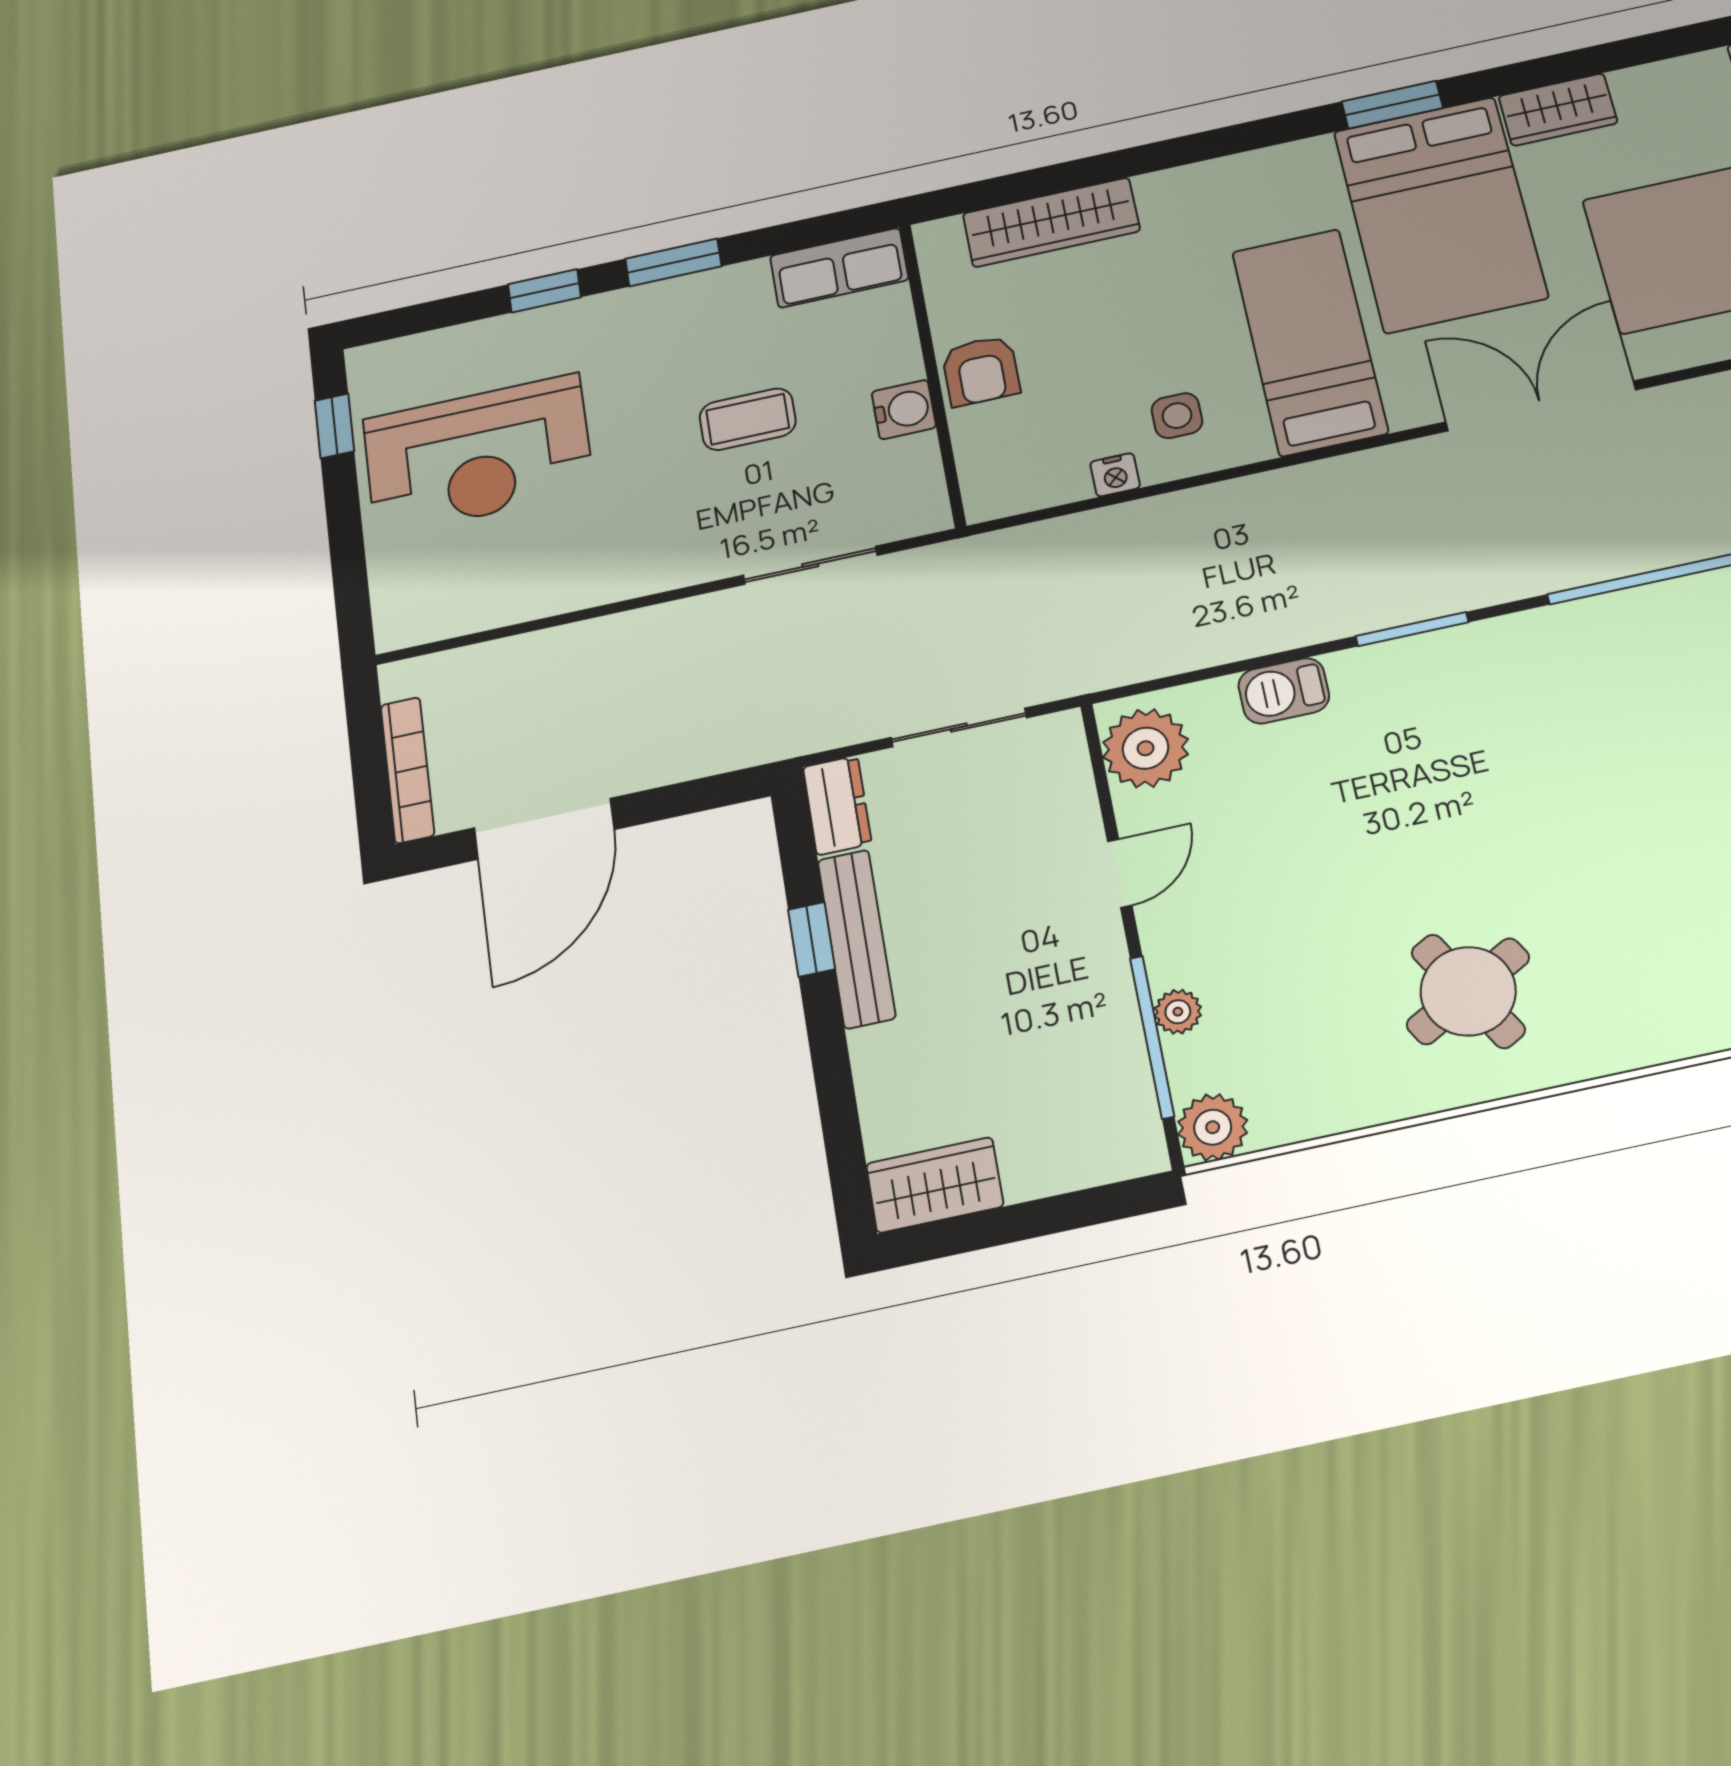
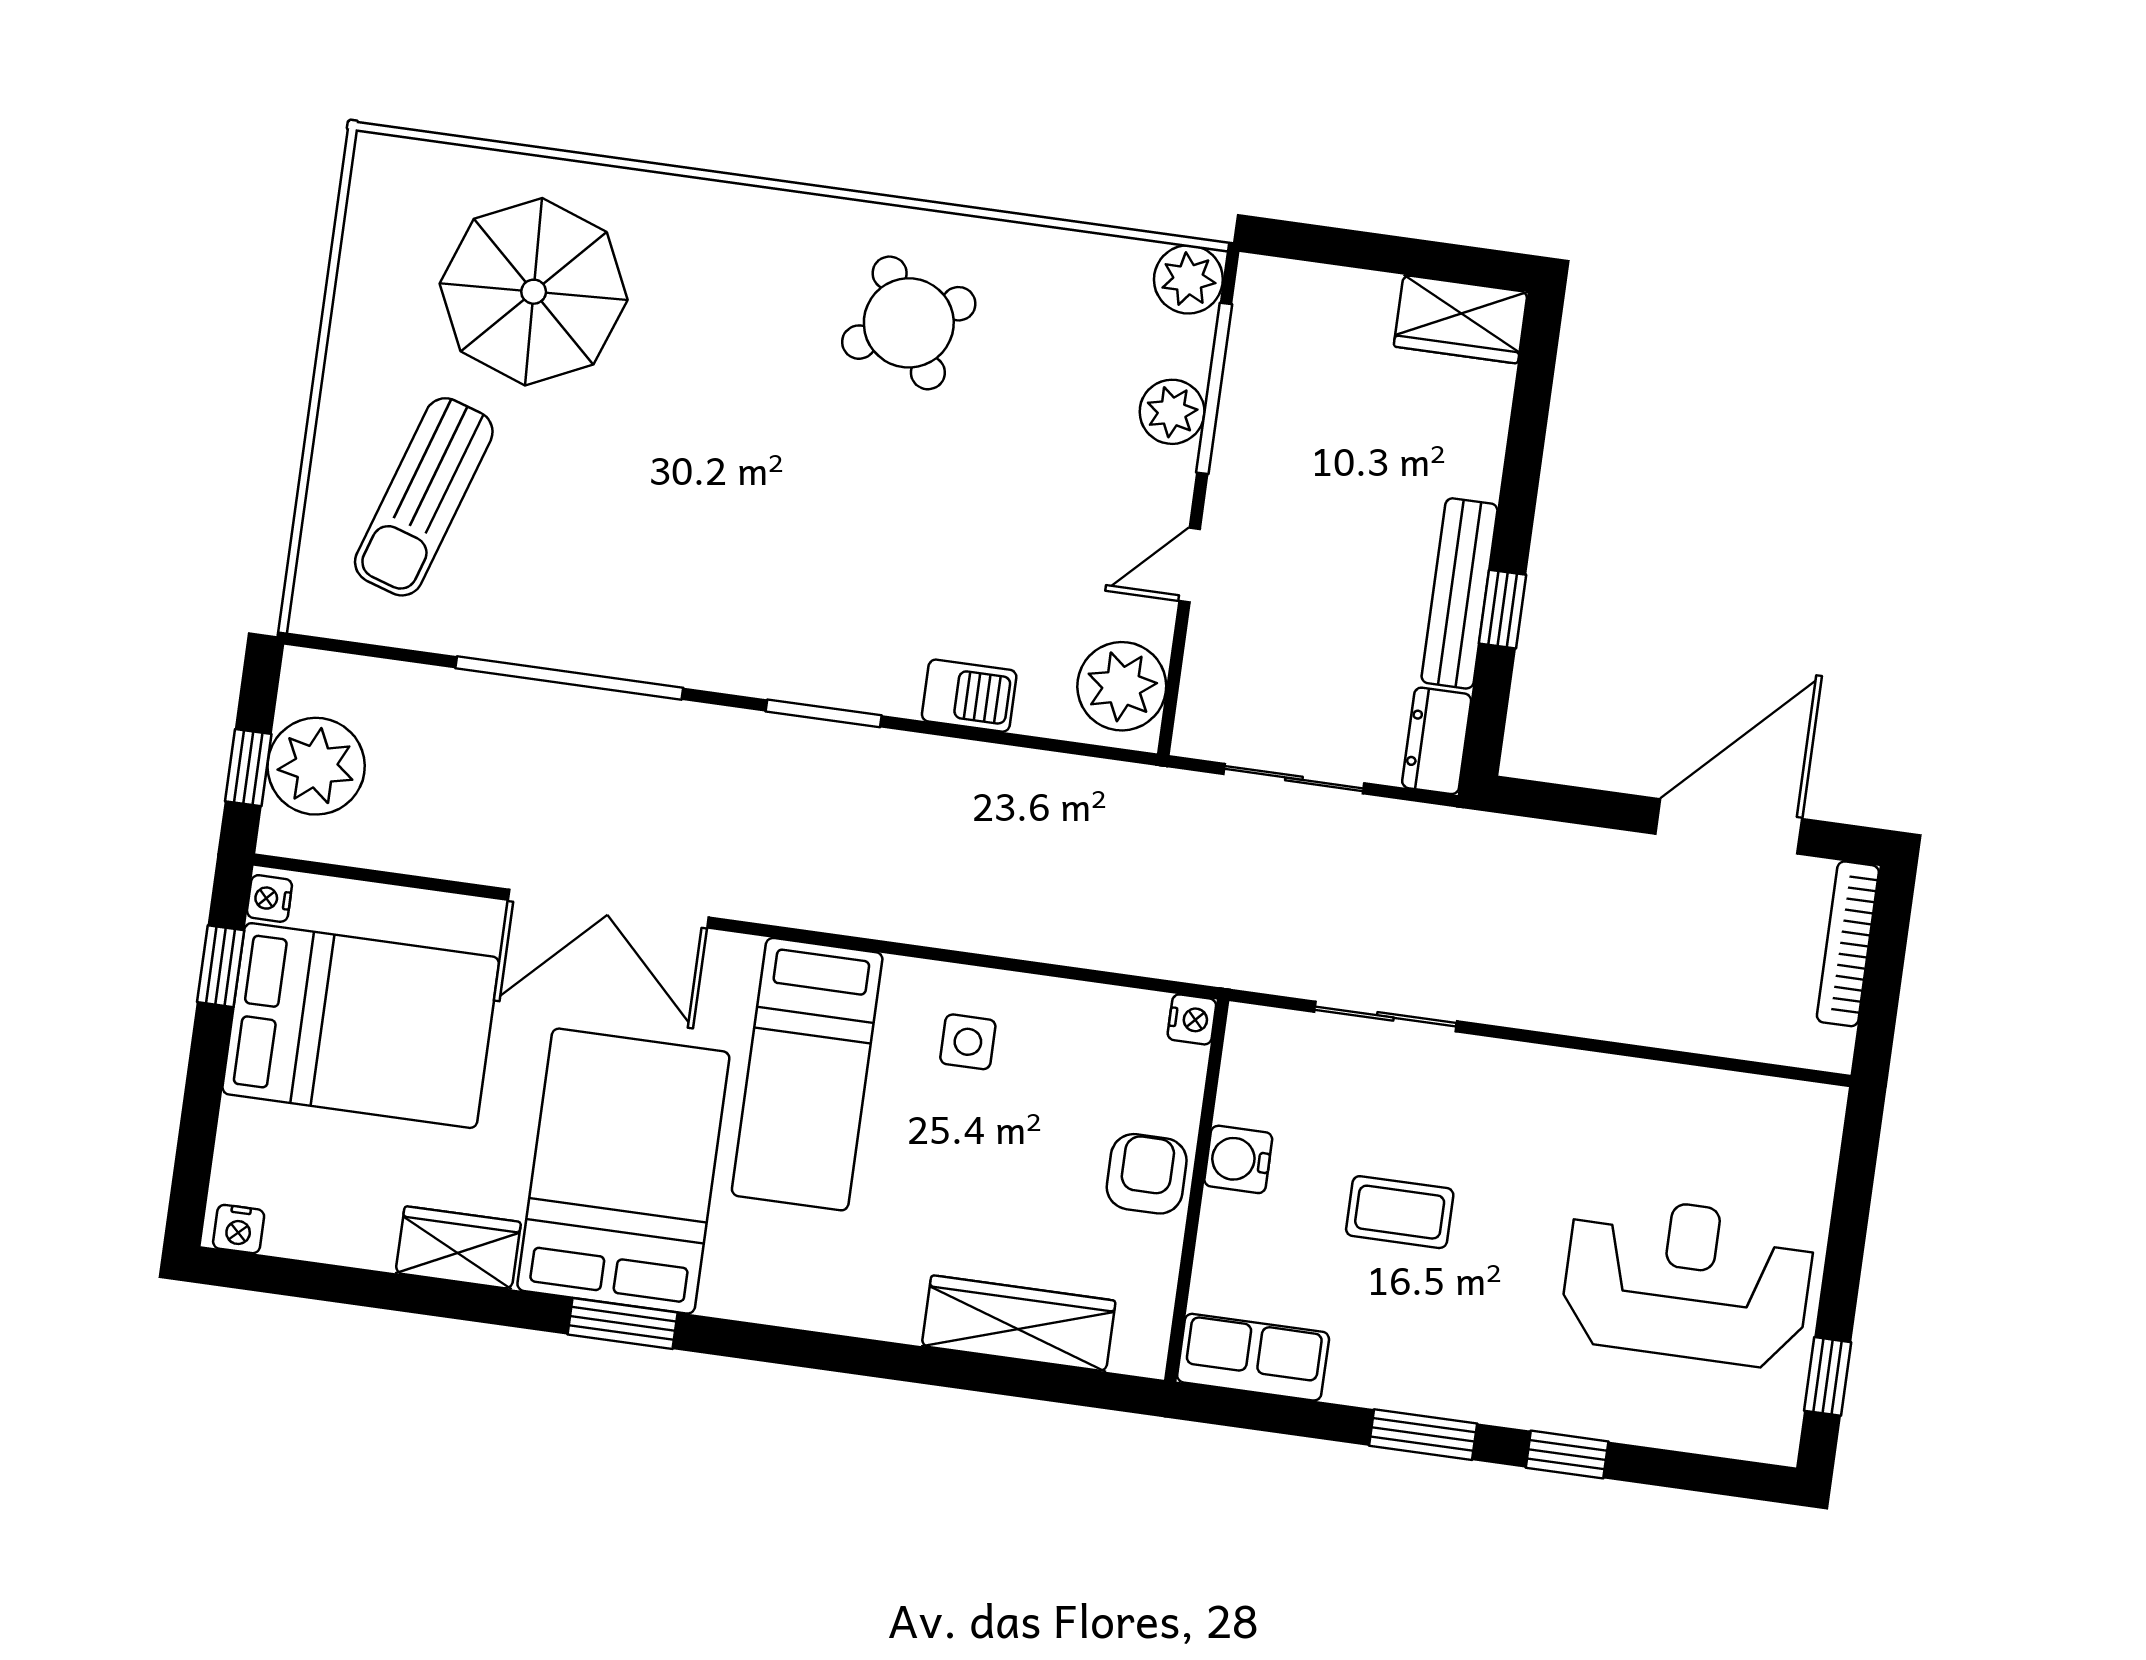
nightstand: (1115, 475) -> (1192, 1019), moved, turned 90
plant: (1178, 1012) -> (1172, 412), width x1.38, depth x1.38

